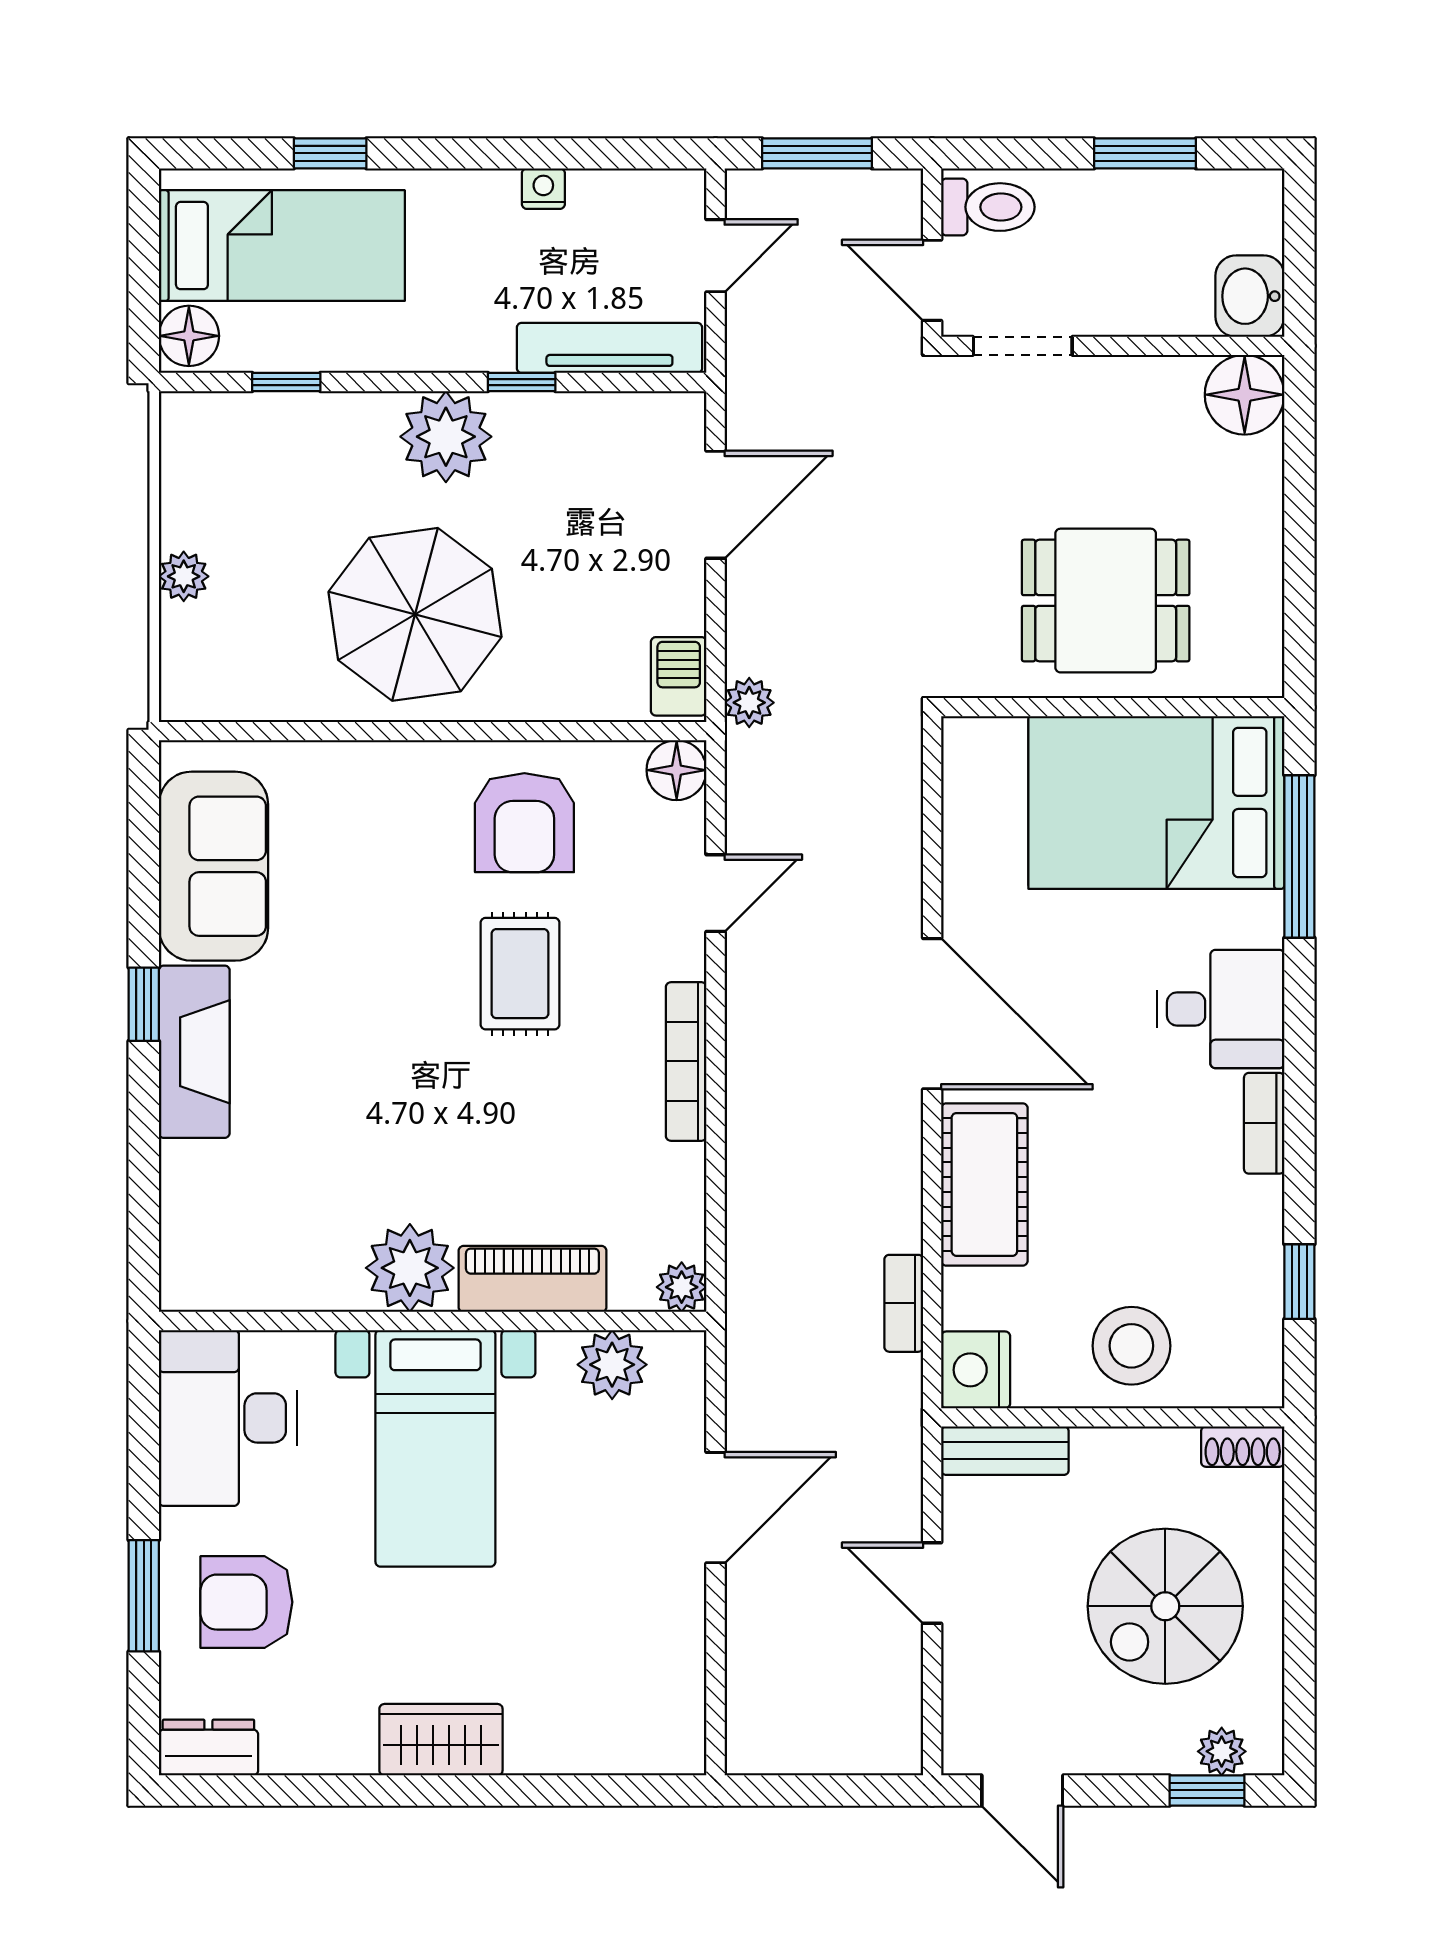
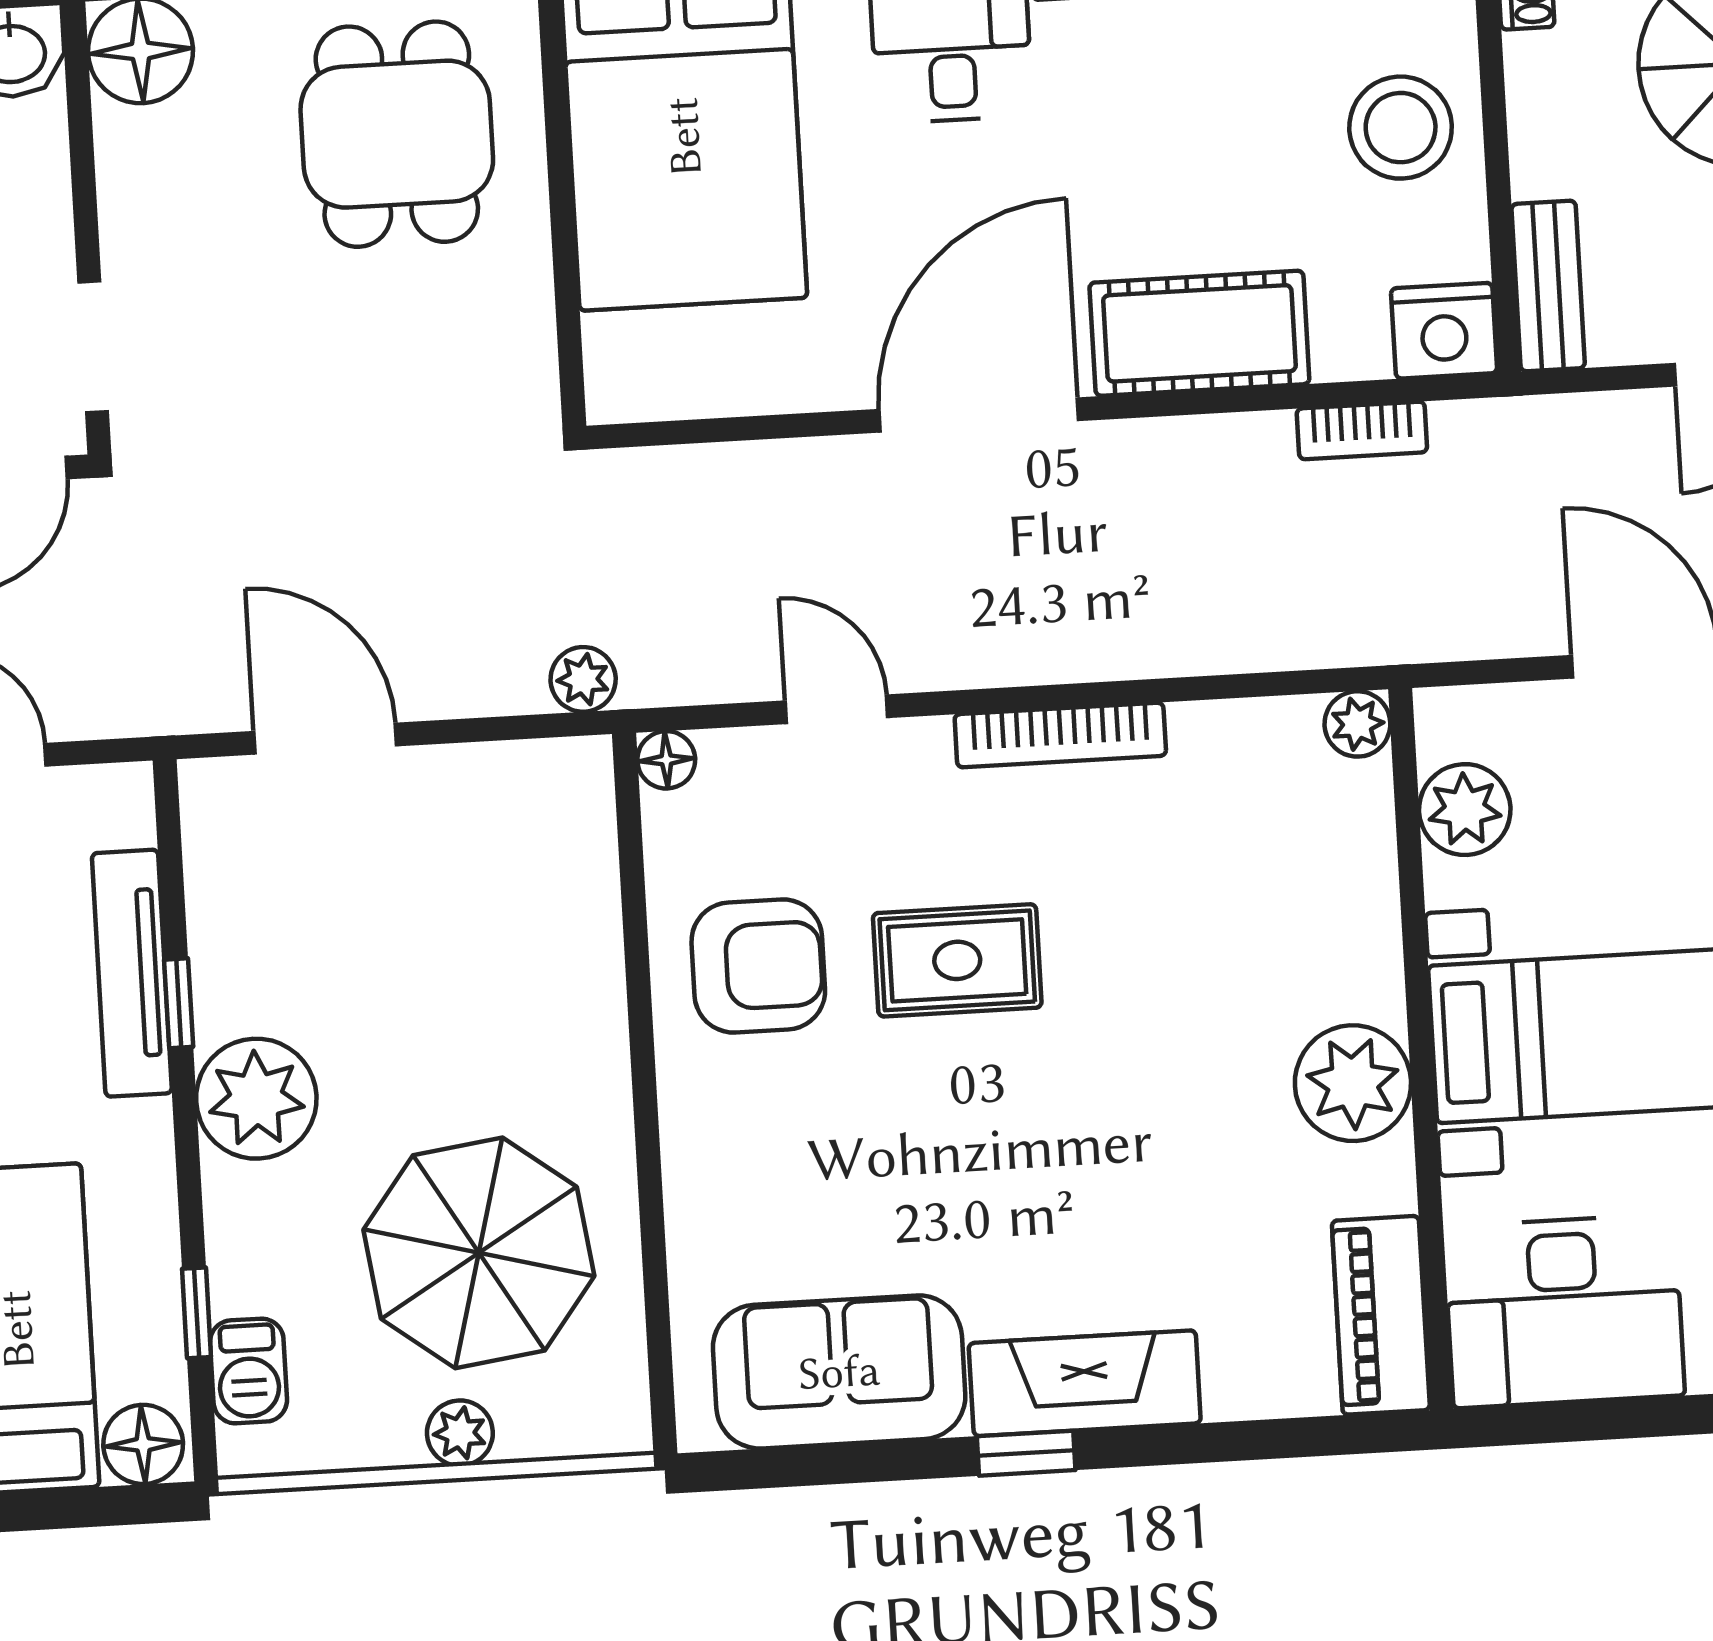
tv unit: (609, 348) -> (132, 973), moved
dining table: (1106, 601) -> (397, 134), moved
parasol: (415, 614) -> (479, 1253), moved
barbecue: (679, 676) -> (249, 1371), moved, turned -90
floor lamp: (677, 770) -> (666, 760), width x0.73, depth x0.73
piano: (532, 1279) -> (1381, 1315), moved

